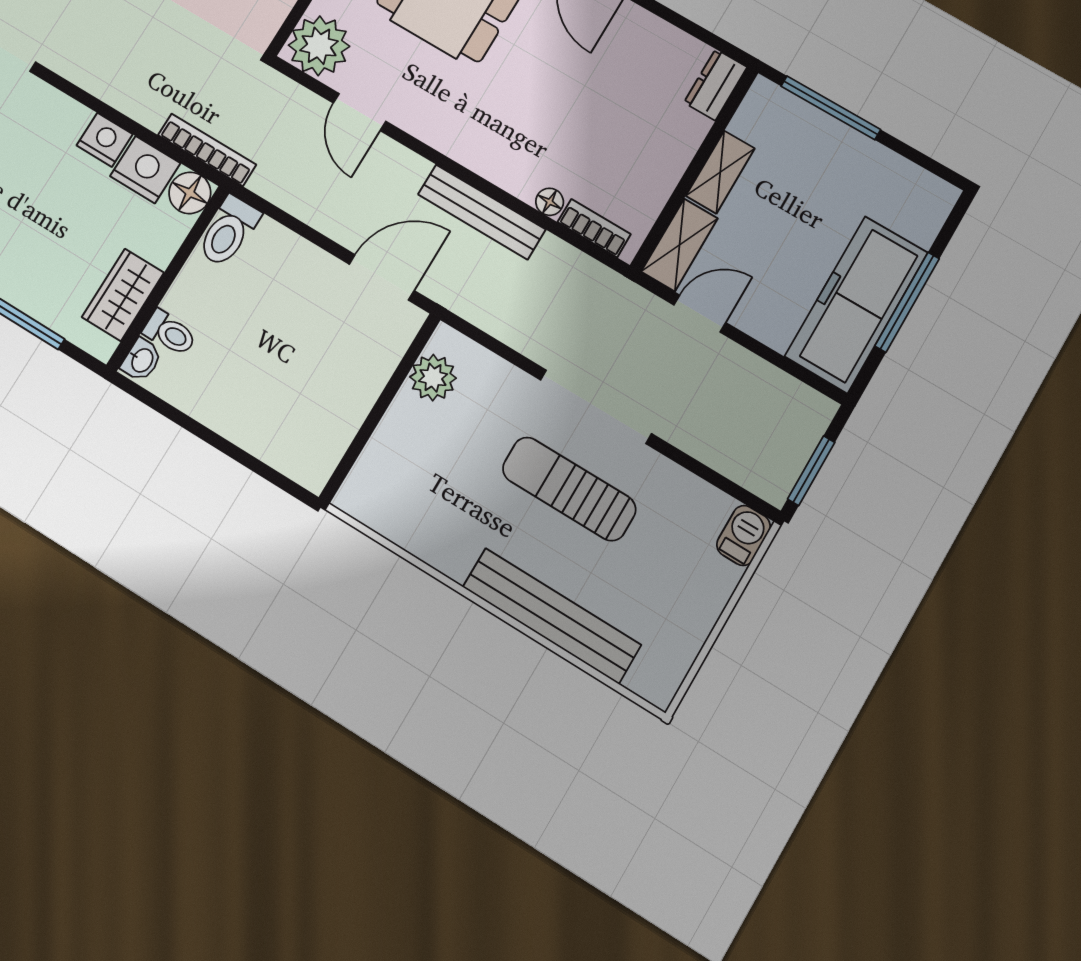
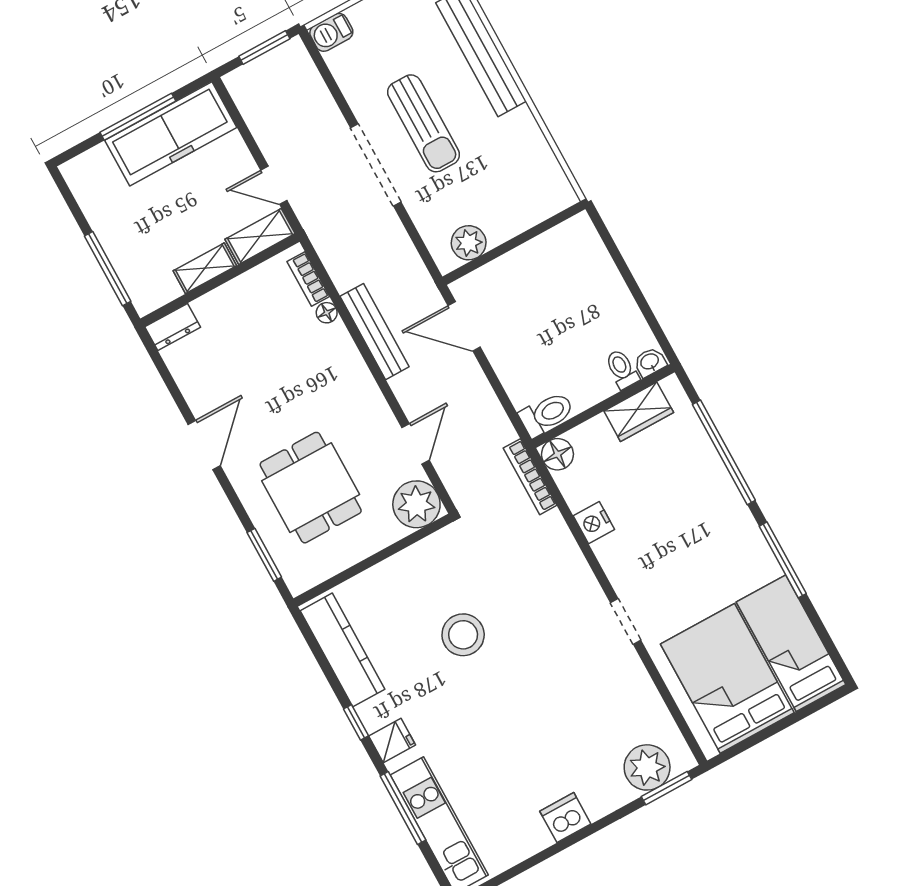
nightstand: (145, 170) -> (578, 487), removed

